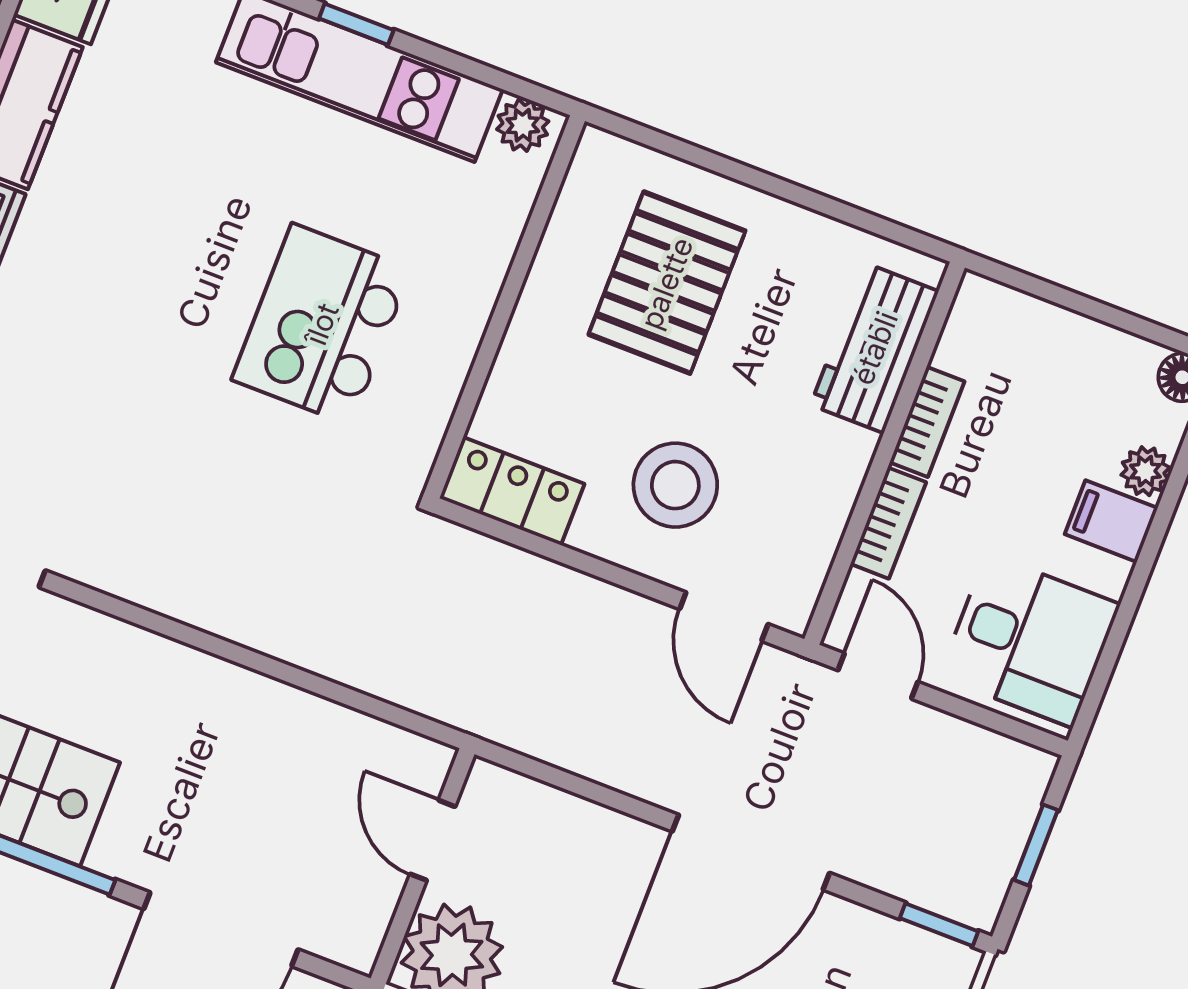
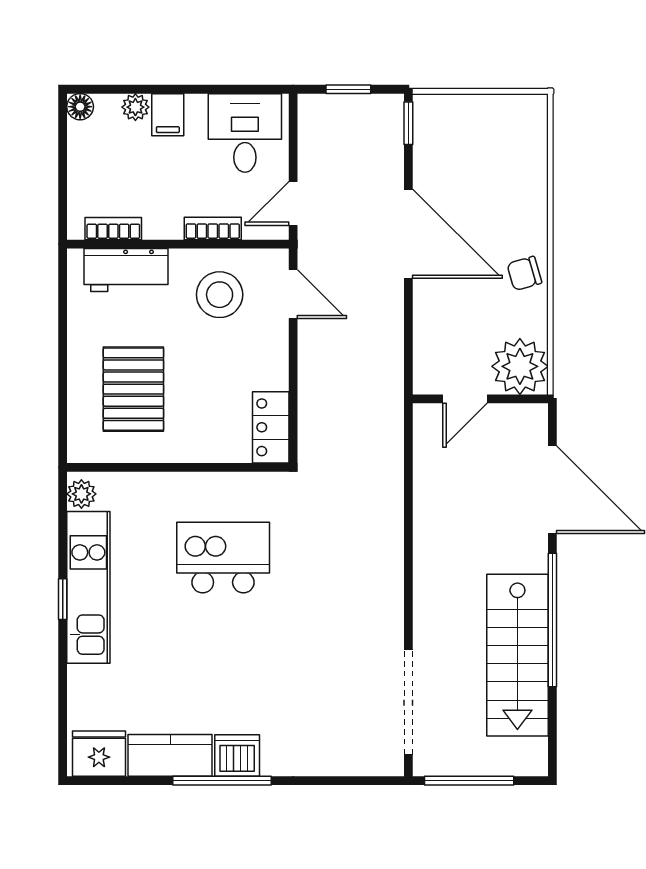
pallet: (667, 283) -> (133, 389), turned 90
kitchen island: (322, 324) -> (223, 558), turned 180
bookcase: (927, 422) -> (113, 229), moved
stool: (675, 485) -> (220, 295), moved
door: (724, 617) -> (293, 294), hinge flipped

